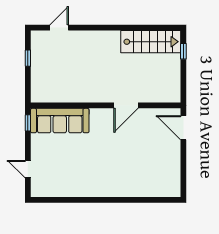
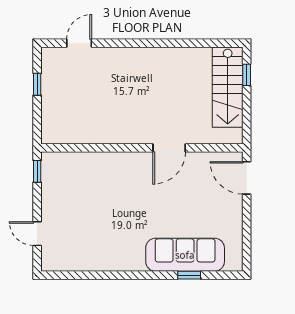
stairs: (151, 42) -> (228, 87), moved, turned 90
sofa: (60, 121) -> (185, 255), moved, turned 180
window: (141, 200) -> (189, 275), added

